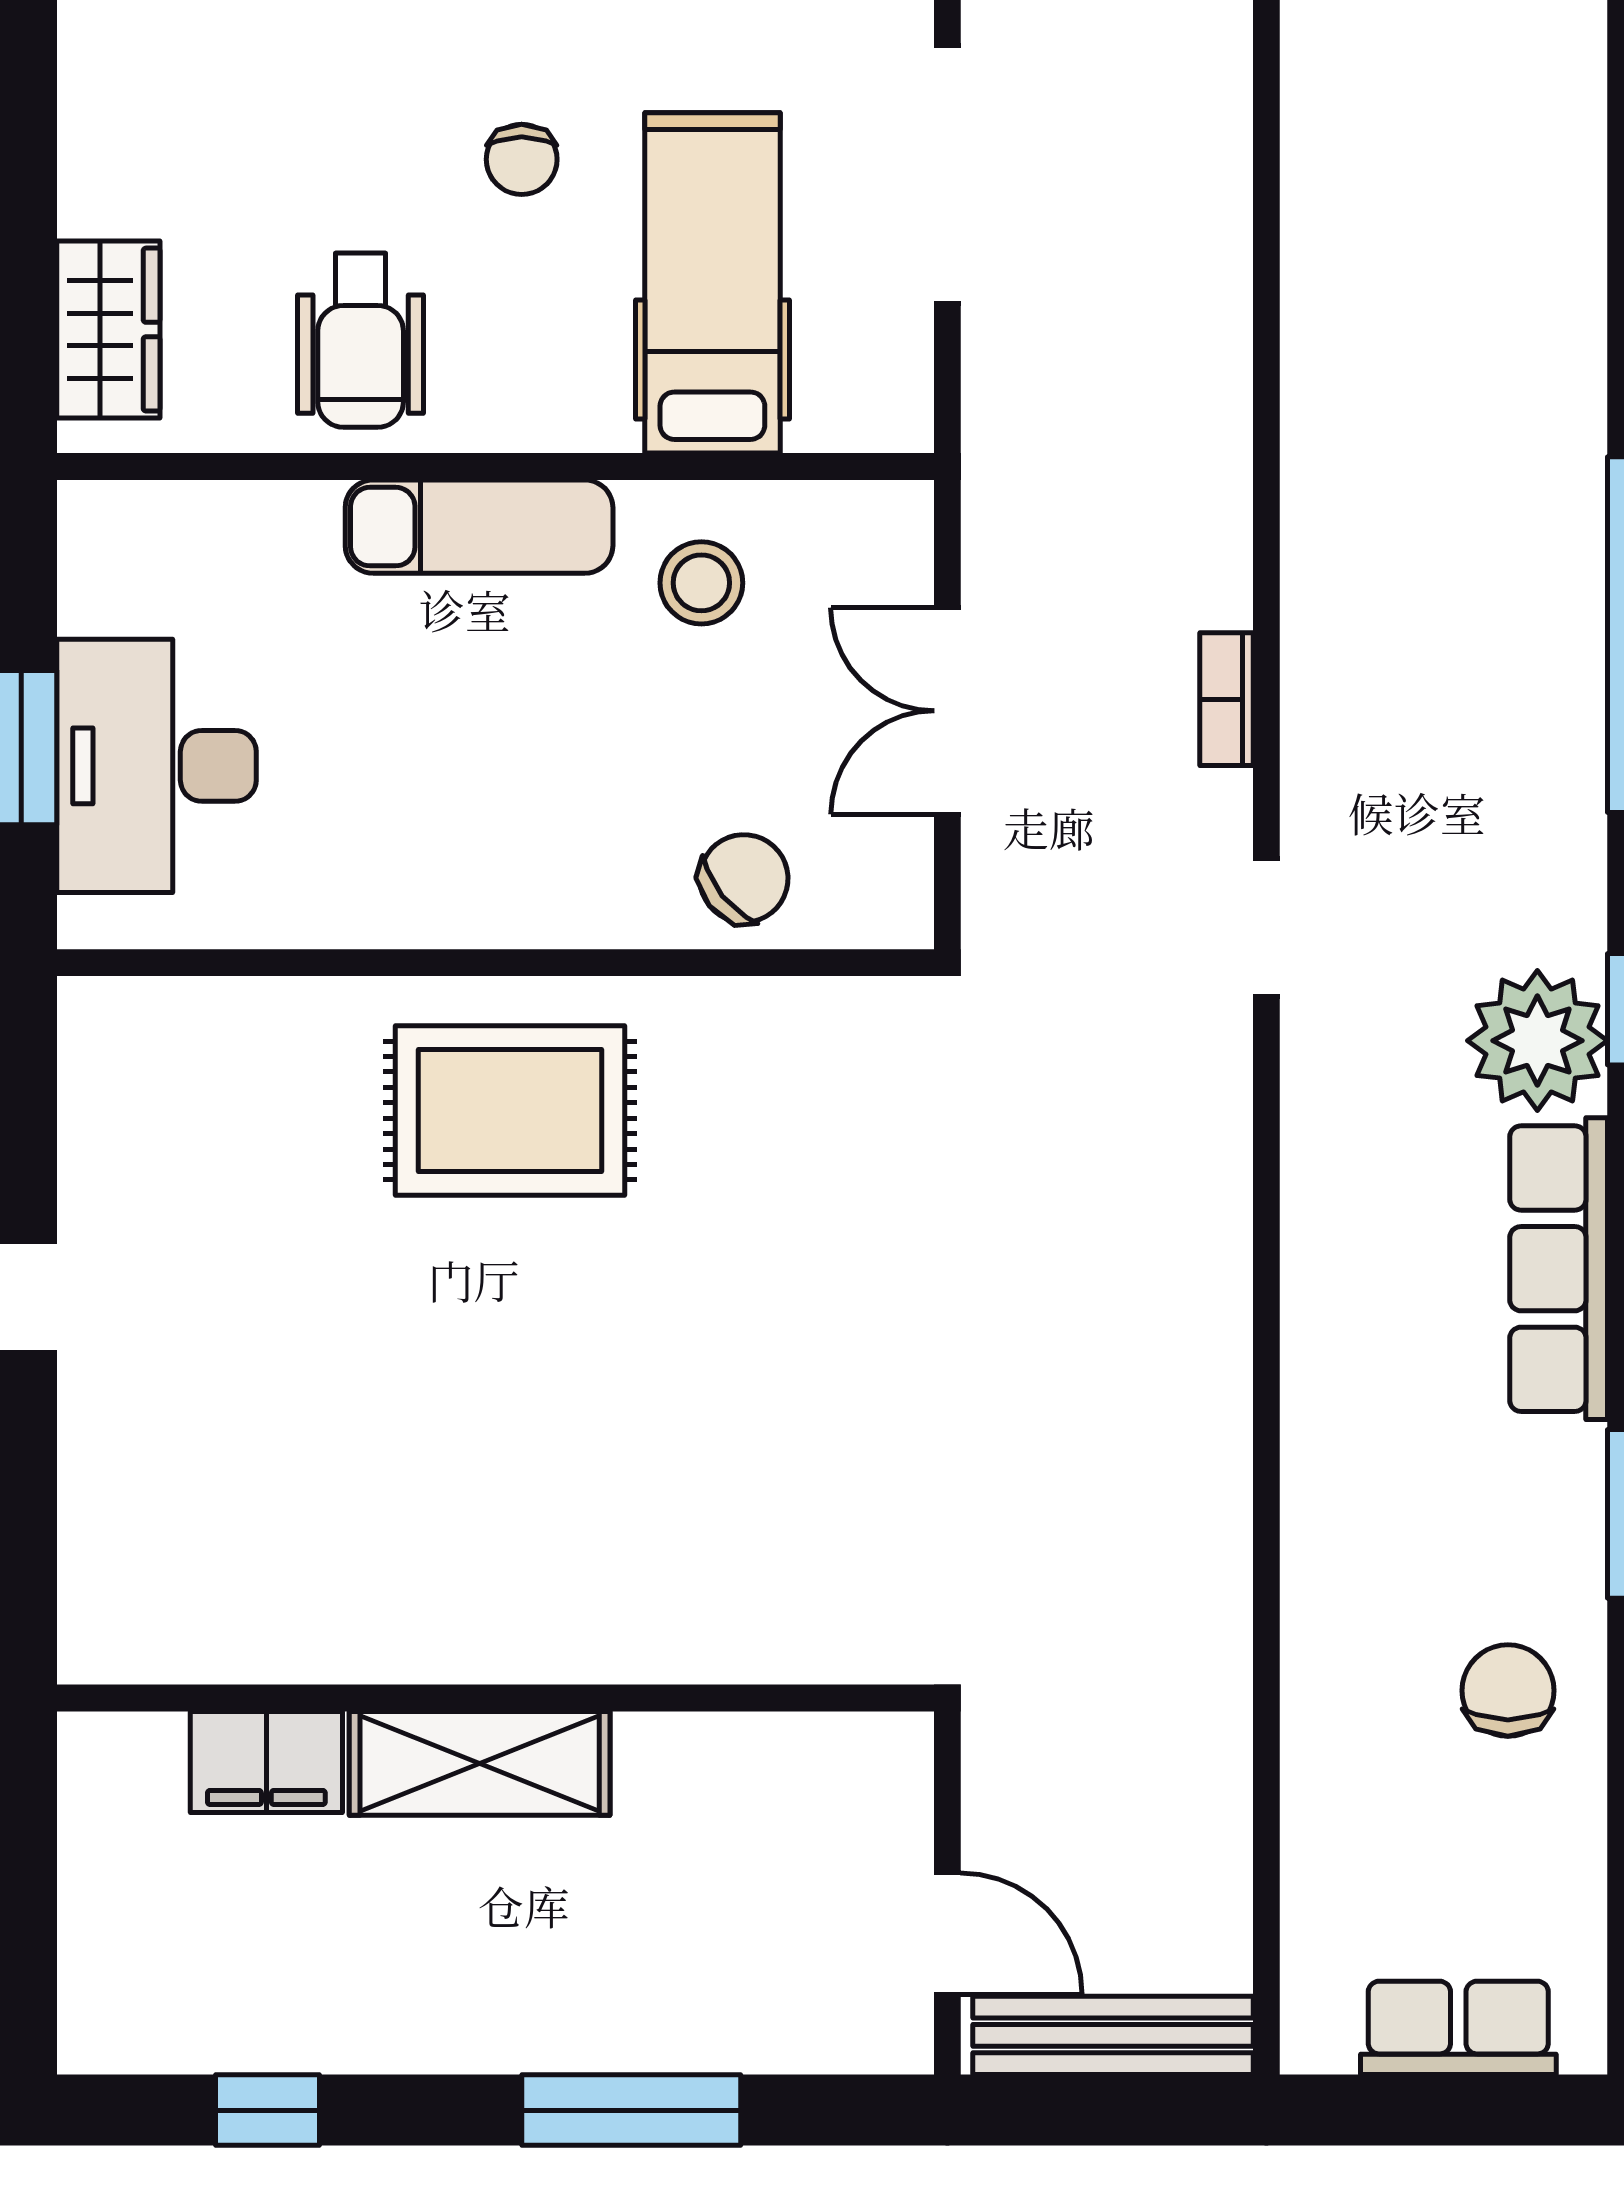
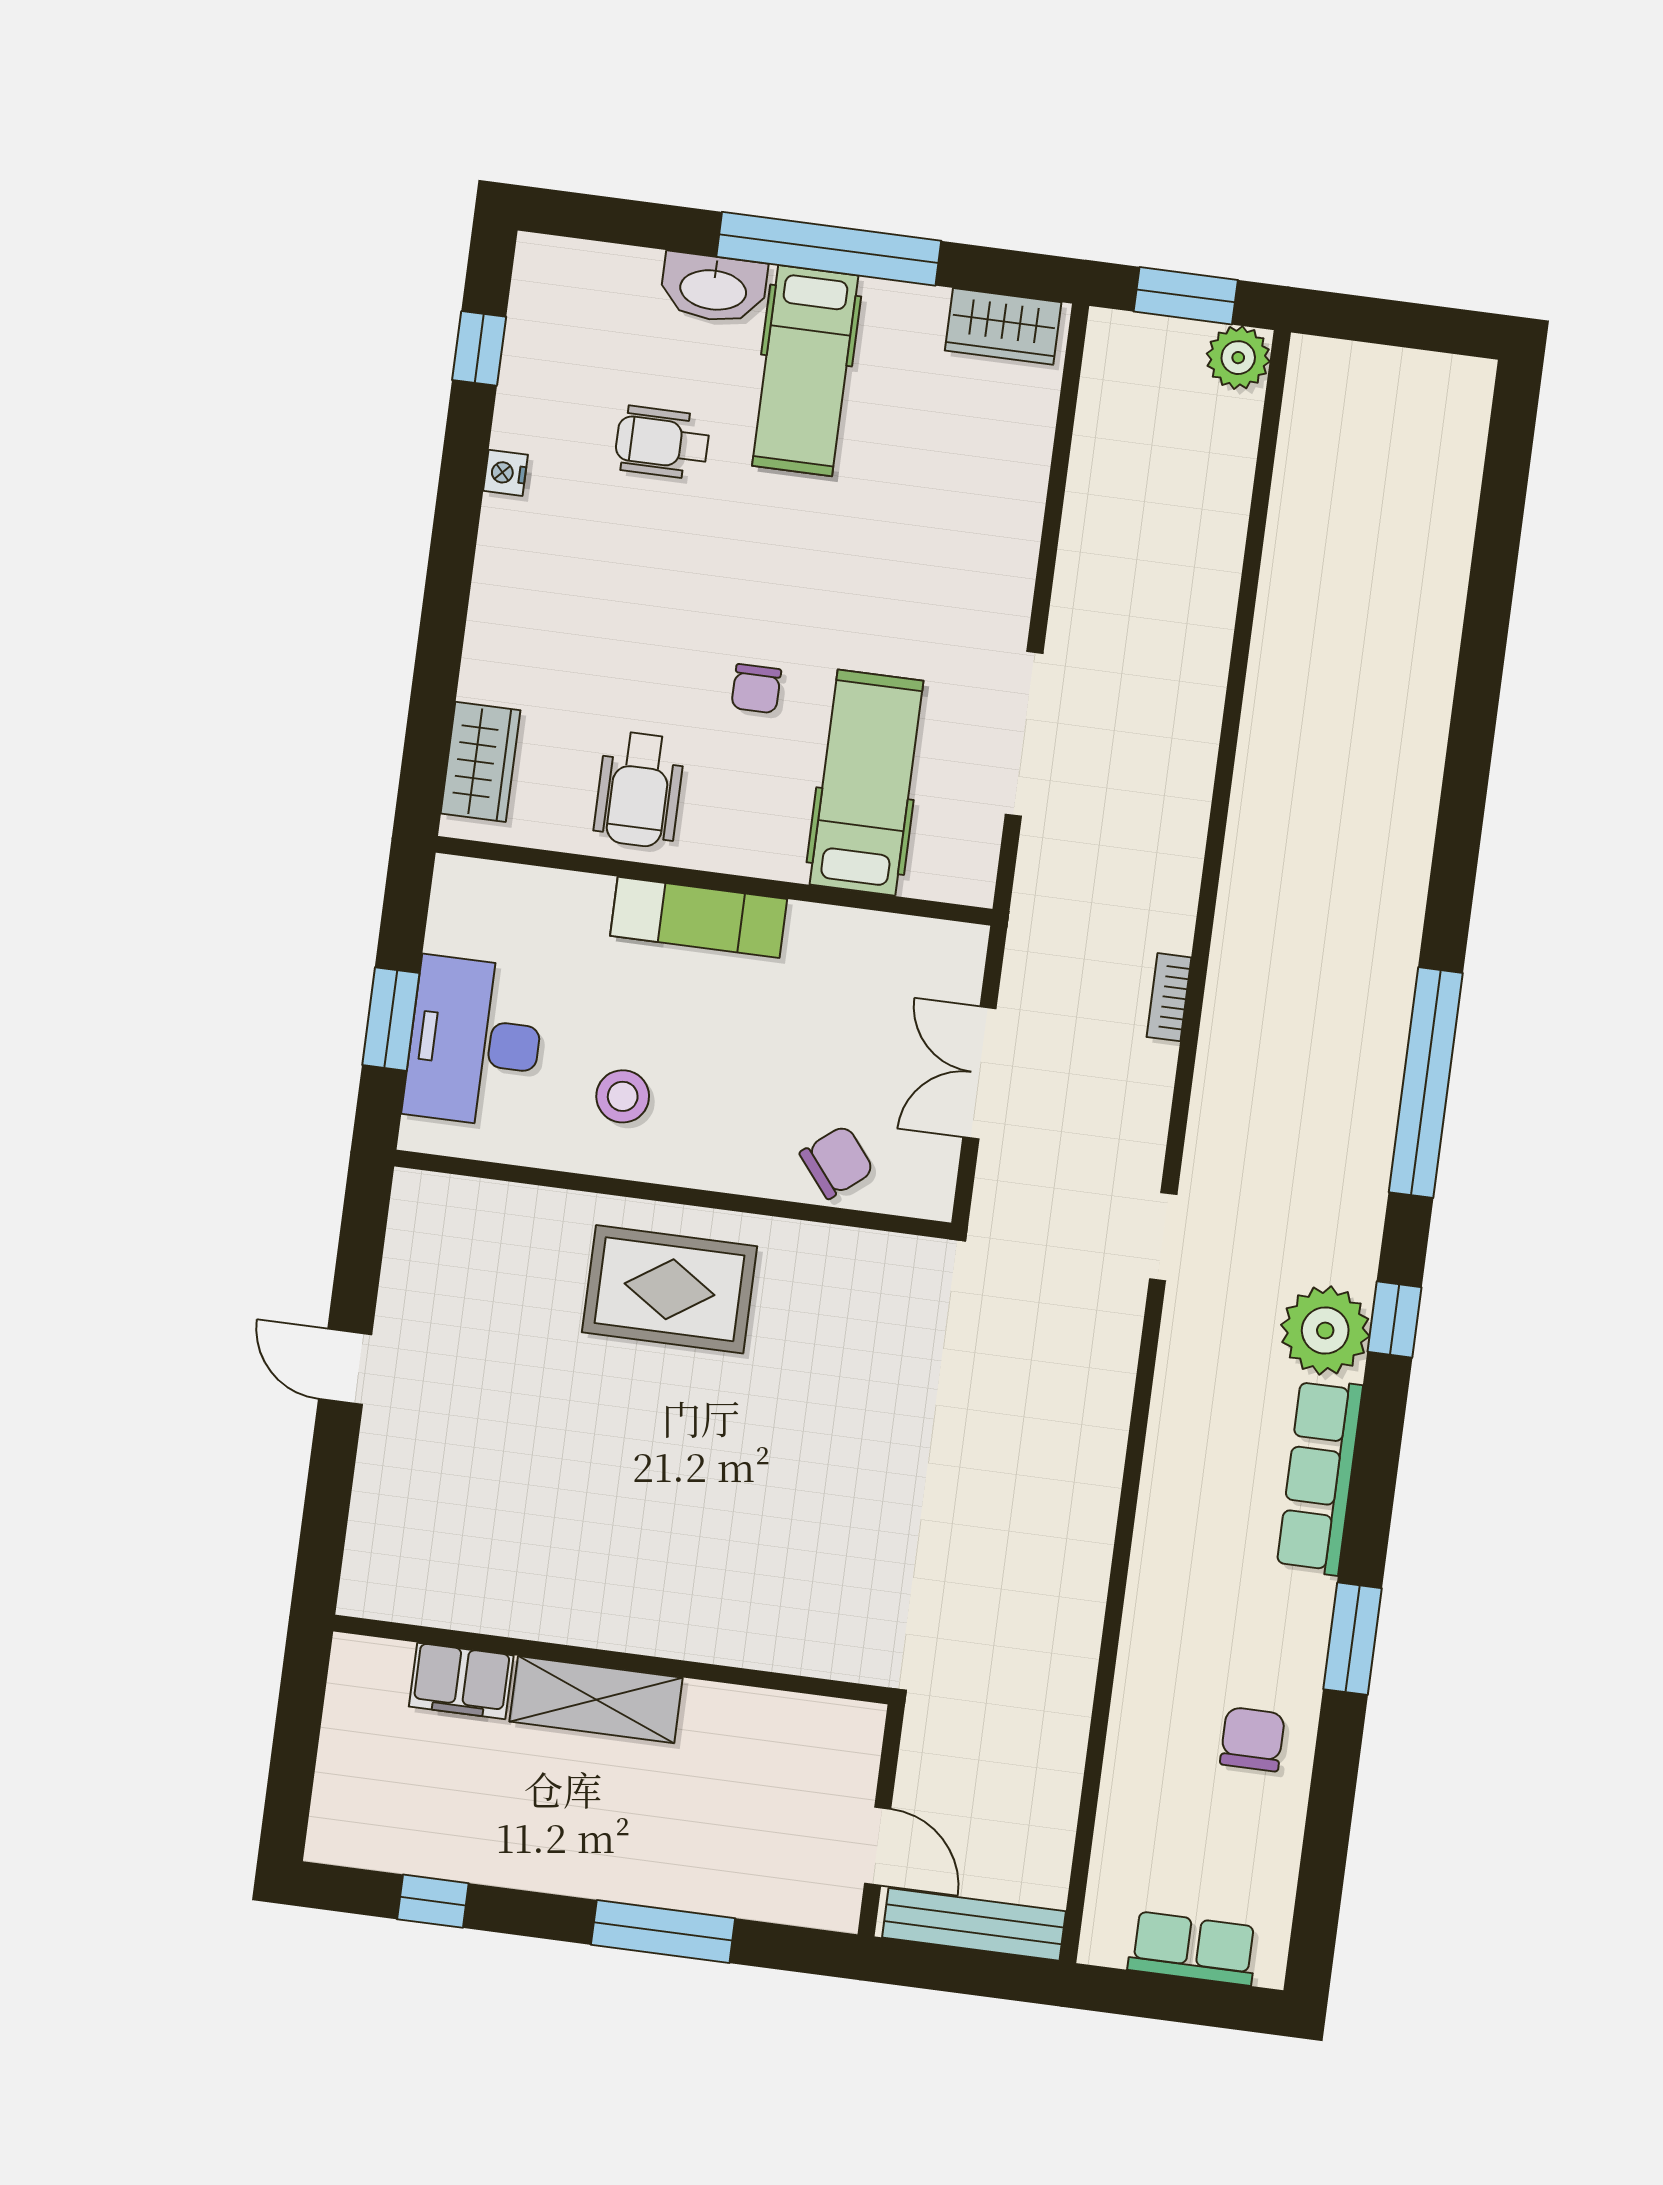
stool: (701, 583) -> (623, 1096), moved
bookcase: (1226, 699) -> (1169, 997), moved

